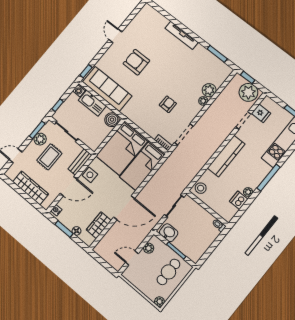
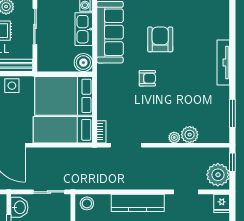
armchair: (168, 104) -> (147, 78), moved
fridge: (261, 113) -> (222, 203), moved

